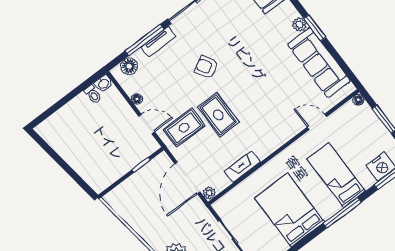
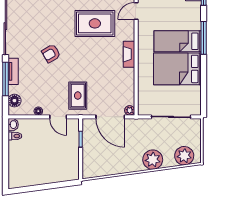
rug: (218, 115) -> (95, 23), moved, width x1.36, depth x1.43
door: (147, 124) -> (58, 117), swing flipped
fireplace: (242, 167) -> (129, 54), moved
bed: (336, 175) -> (178, 41), moved

